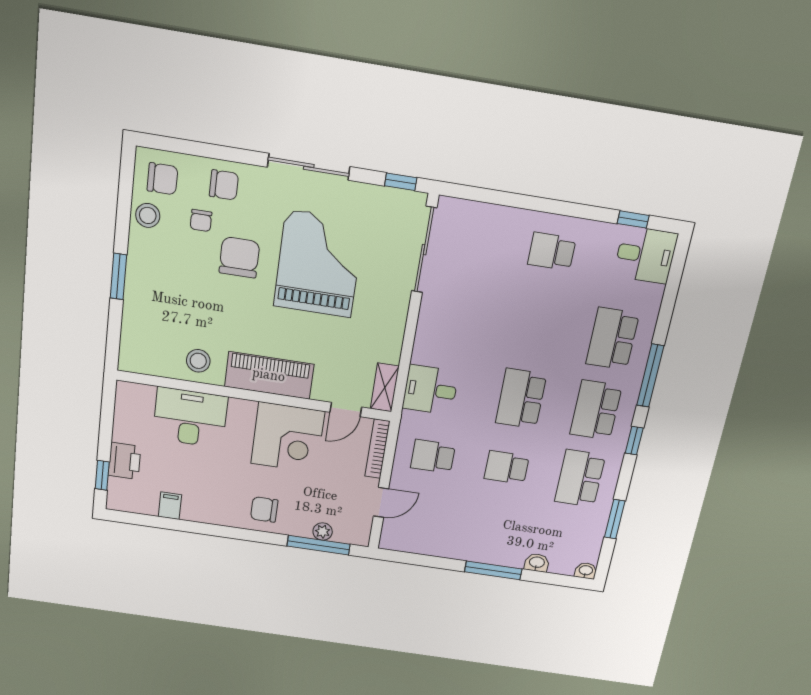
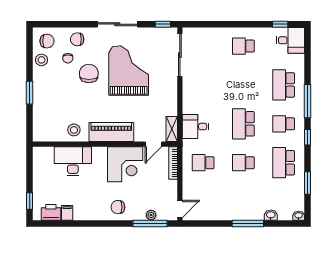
chair: (224, 185) -> (77, 39), turned 180
school desk: (596, 410) -> (284, 124), width x0.54
printer: (124, 461) -> (51, 212), moved, turned -90
door: (381, 502) -> (180, 209), moved

